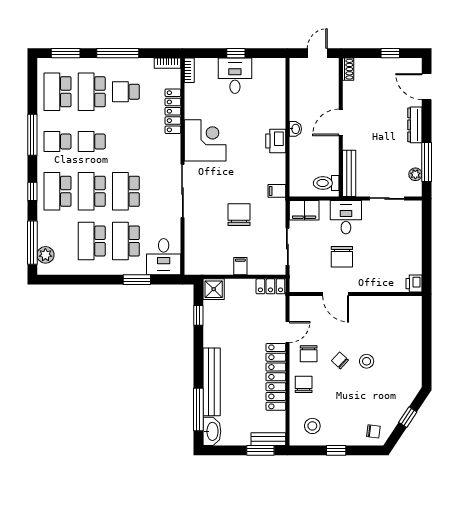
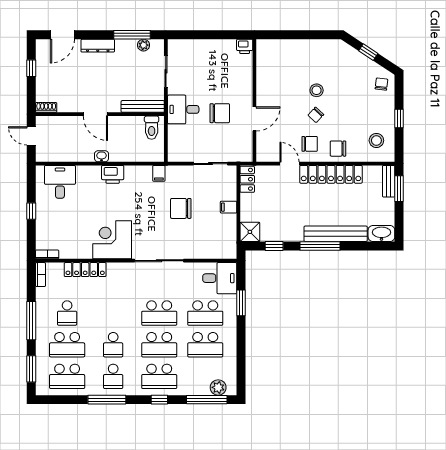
desk: (235, 76) -> (60, 182), moved, turned 90
filing cabinet: (304, 210) -> (177, 148), removed
window: (198, 409) -> (320, 246), moved

